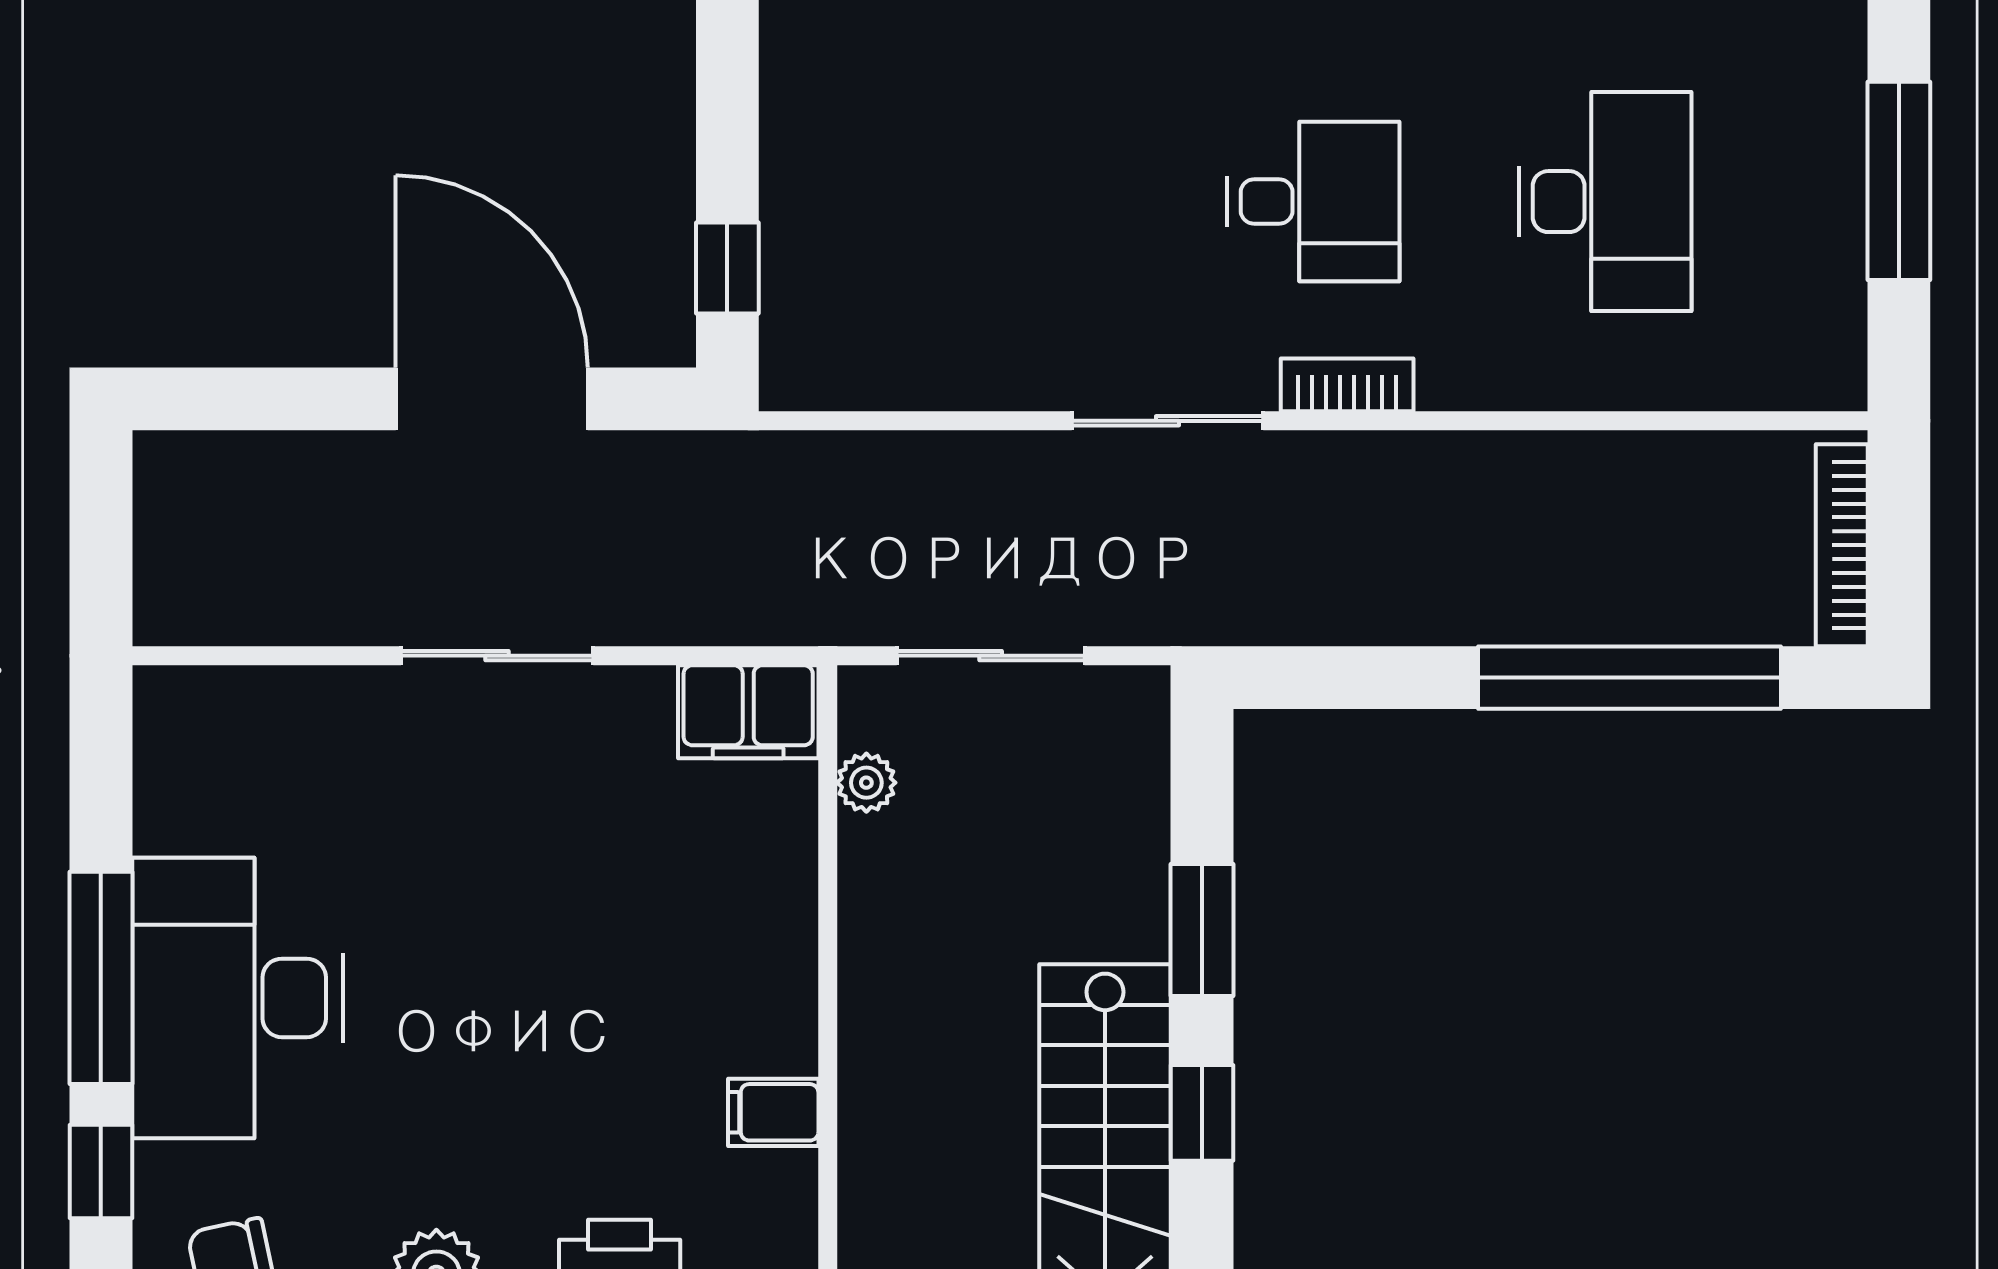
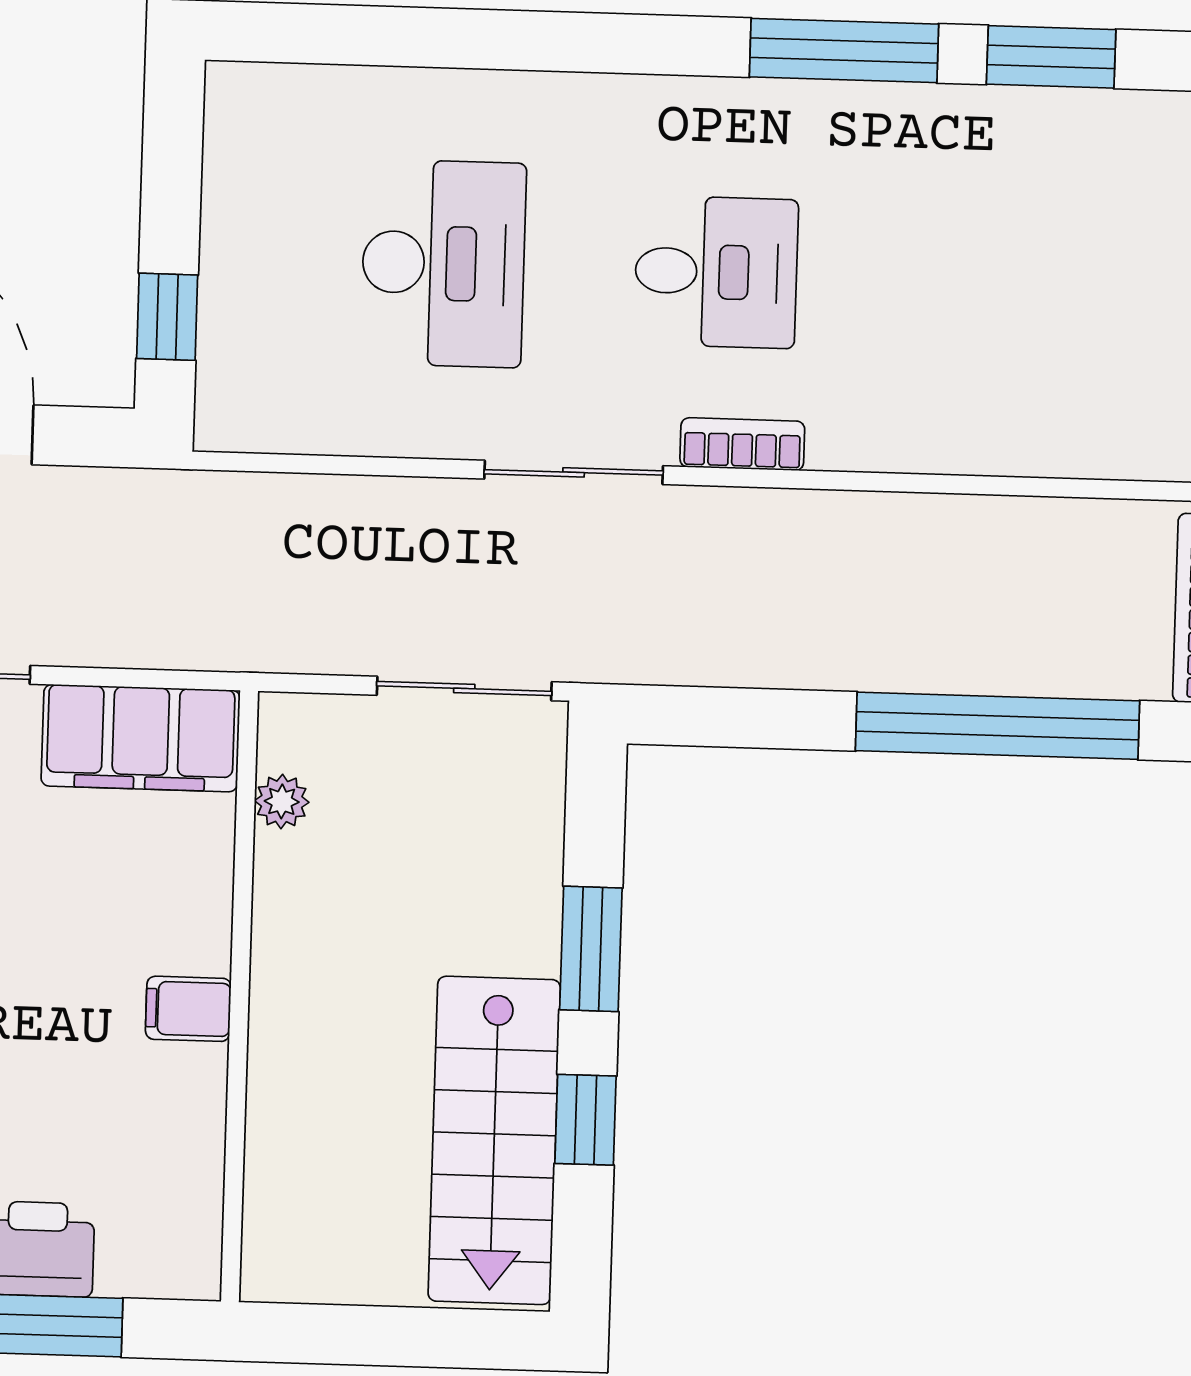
desk: (1605, 202) -> (443, 263), moved
sliding door: (991, 656) -> (464, 689), moved
filing cabinet: (748, 712) -> (141, 738), width x1.50, depth x1.17
filing cabinet: (773, 1112) -> (188, 1009), moved

